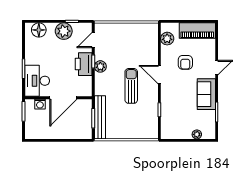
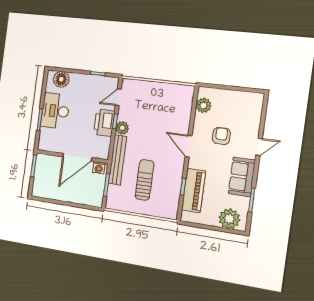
plant: (64, 31) -> (88, 83), removed
piano: (197, 31) -> (193, 191), moved, turned -90
armchair: (185, 62) -> (221, 136), turned 180
desk: (37, 81) -> (55, 111), moved
sun lounger: (131, 86) -> (145, 180), moved
washing machine: (40, 104) -> (99, 168), moved
bench: (100, 117) -> (117, 160), moved
plant: (197, 134) -> (229, 219), width x1.88, depth x1.88

